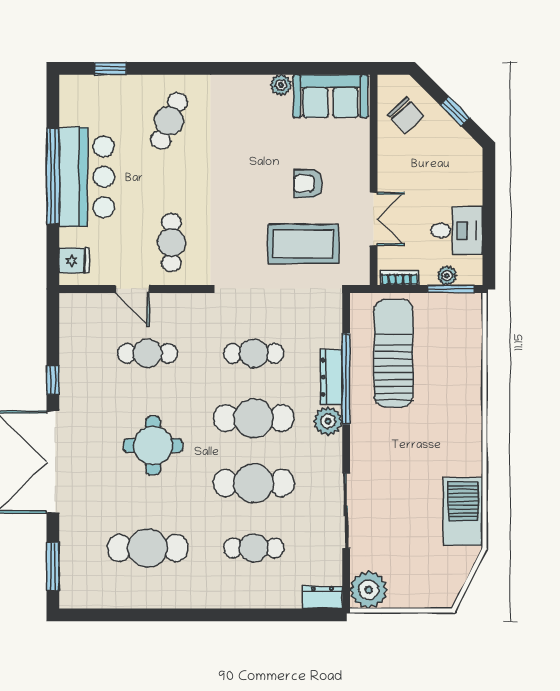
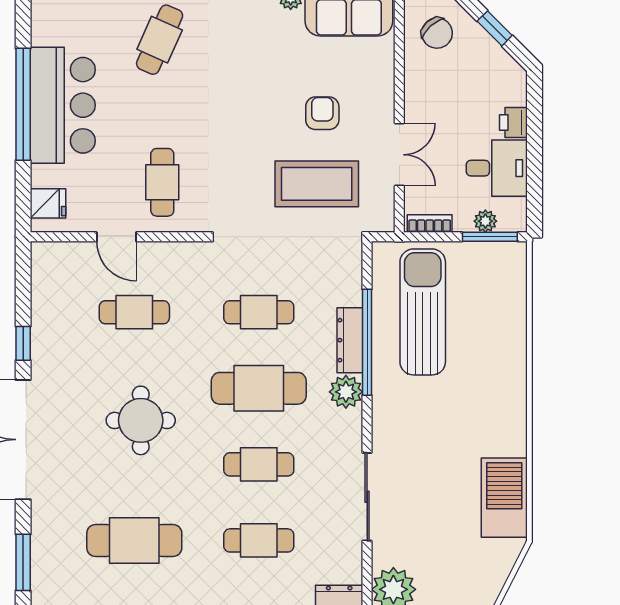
armchair: (308, 184) -> (322, 113), turned 90
printer: (471, 191) -> (513, 122), added
cafe table: (254, 483) -> (259, 464), width x0.73, depth x0.74

